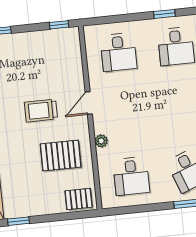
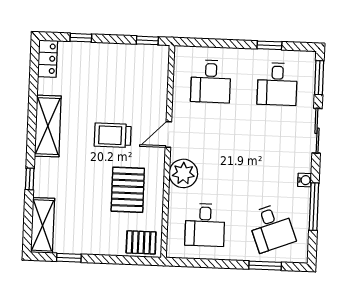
plant: (101, 141) -> (183, 173), width x1.87, depth x1.87
pallet: (61, 155) -> (128, 190), turned 90

